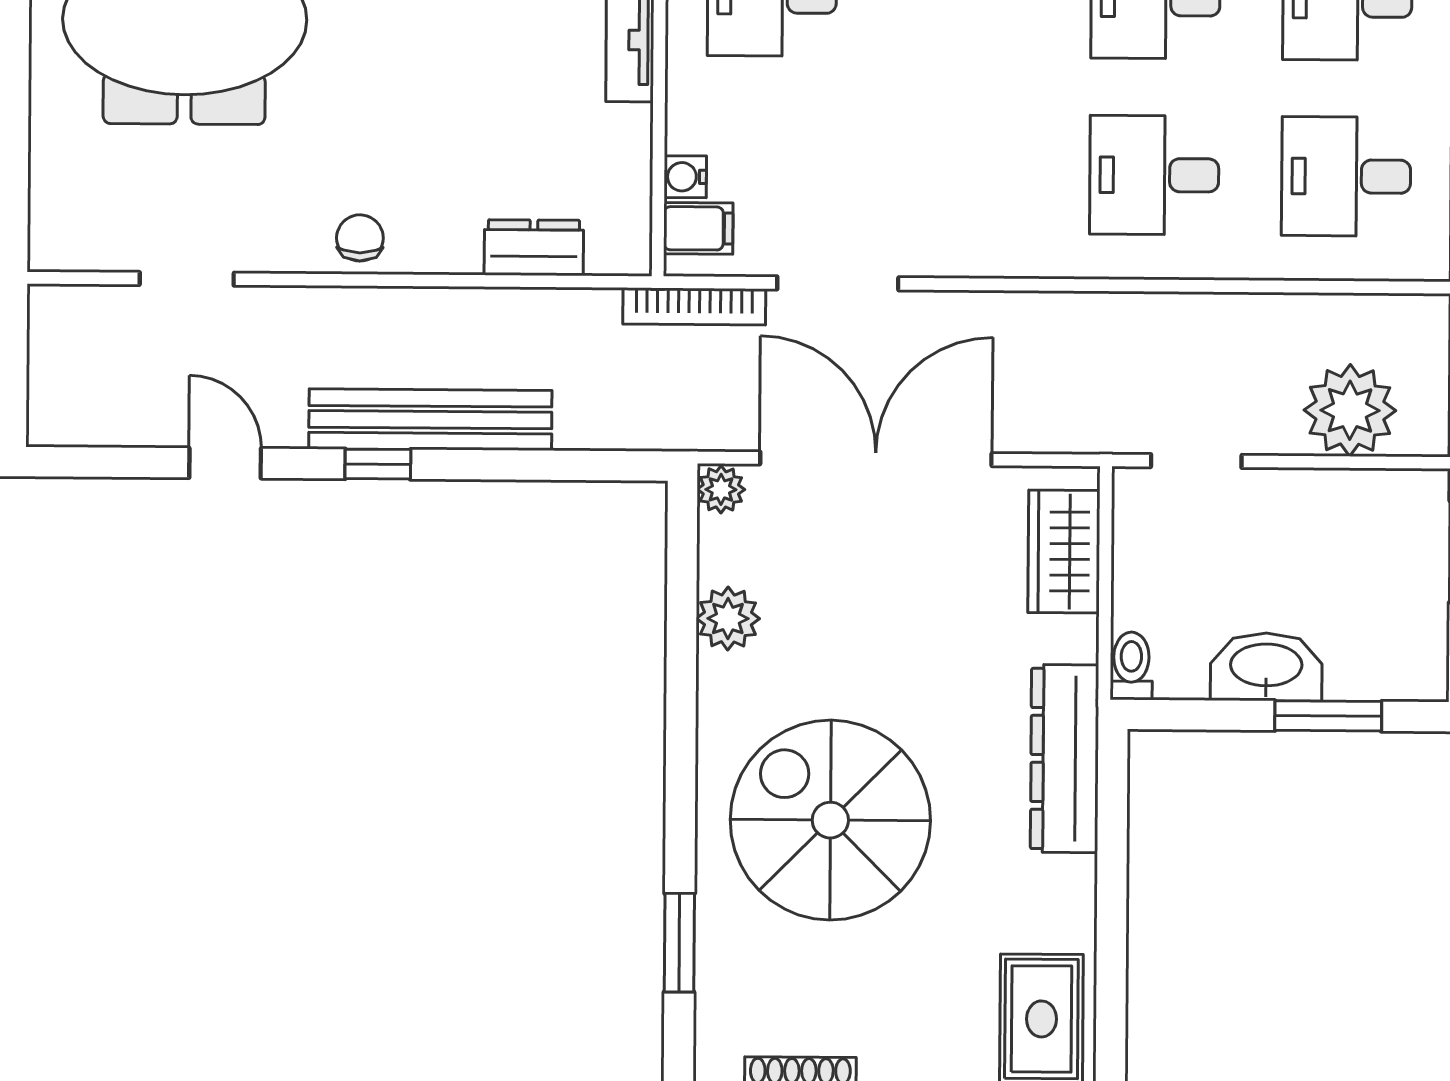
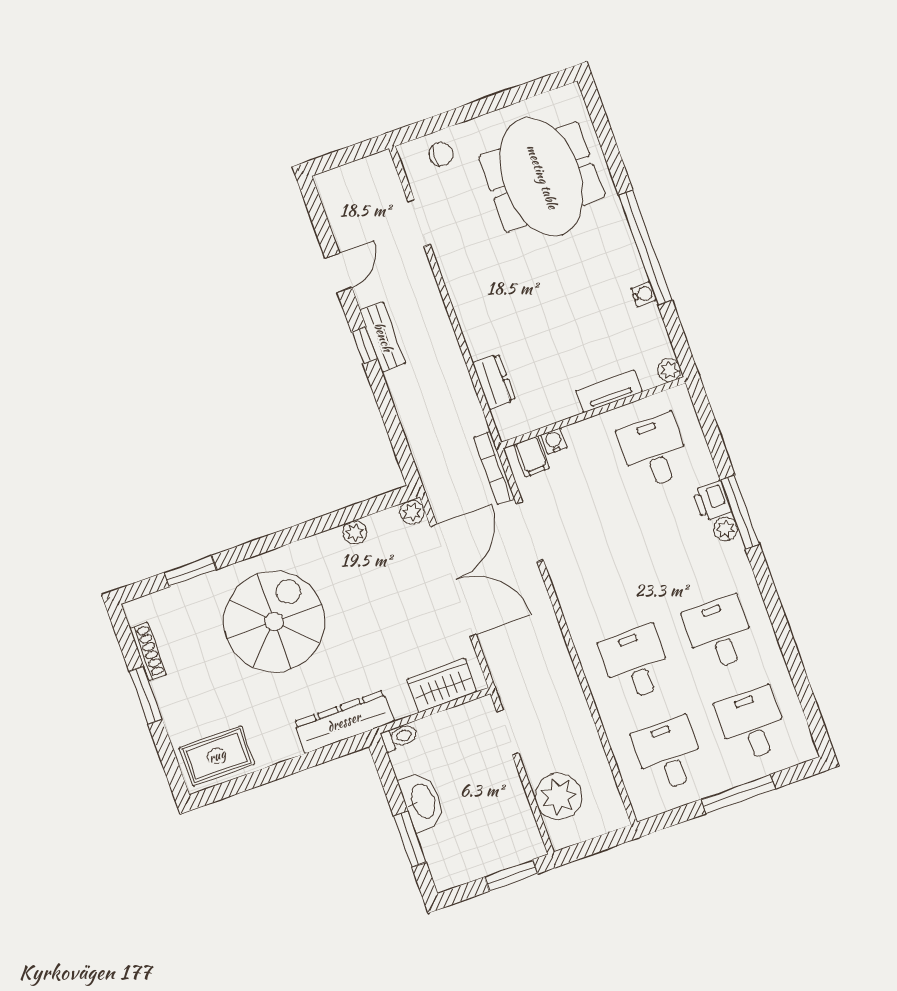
chair: (360, 238) -> (441, 154), moved
bench: (430, 420) -> (383, 337), width x0.54, depth x0.82
plant: (728, 618) -> (355, 532), width x0.73, depth x0.73

